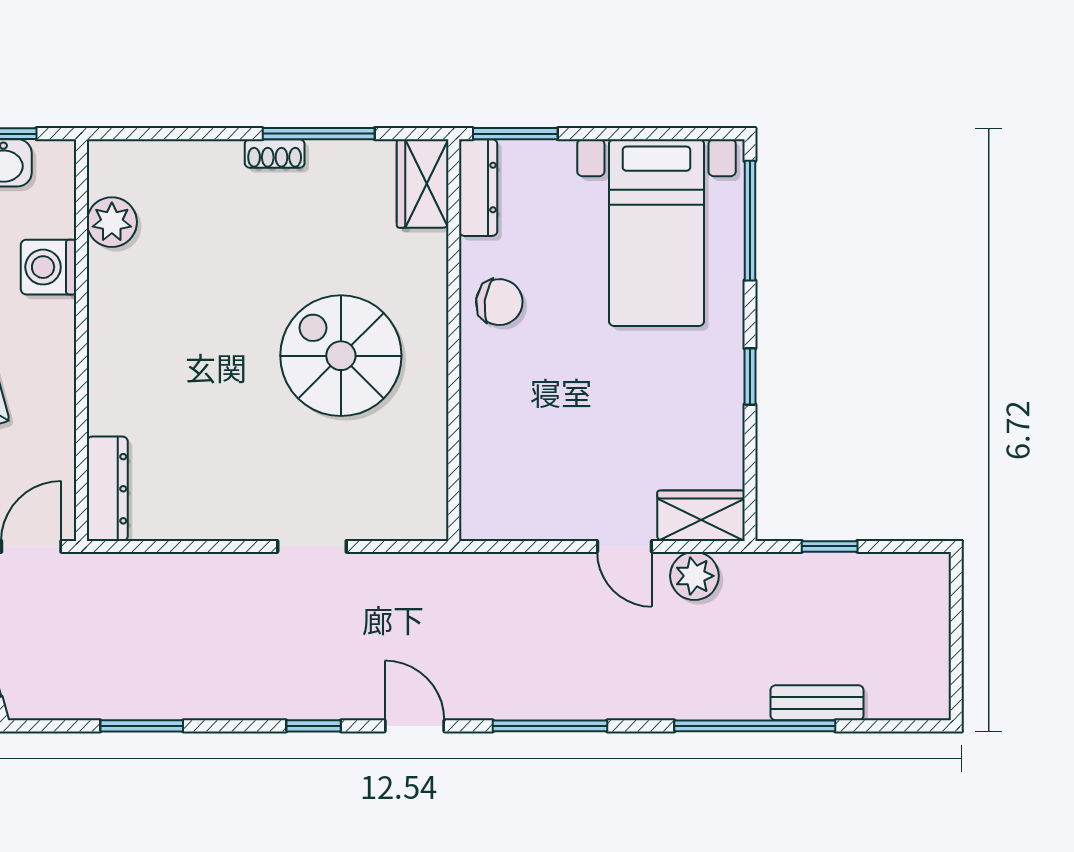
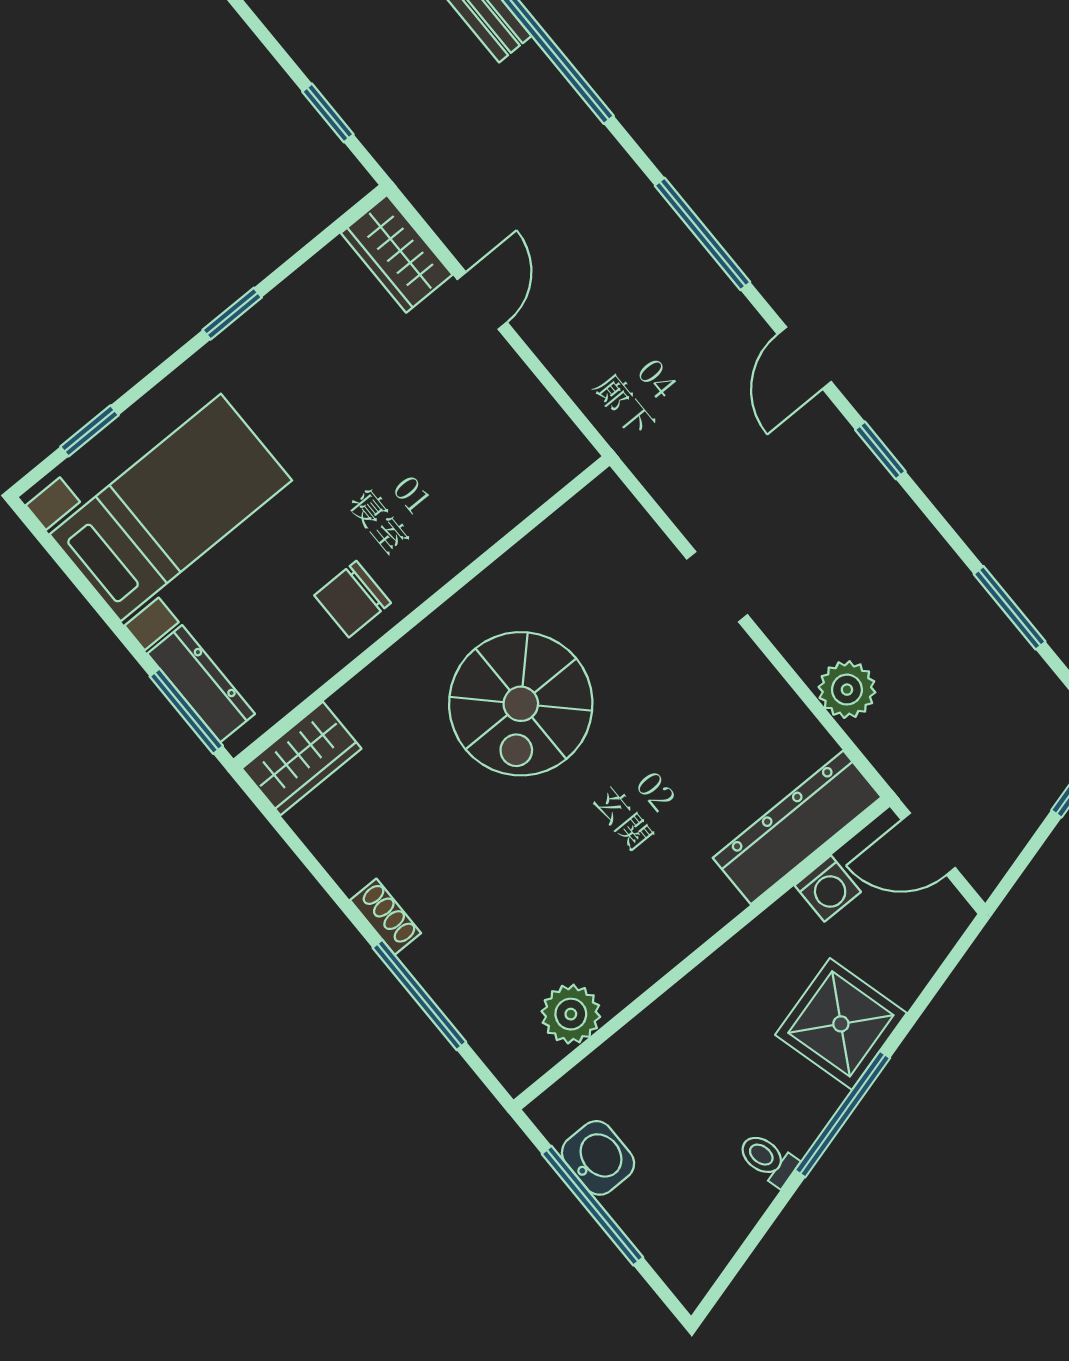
window: (319, 134) -> (419, 995), moved
dresser: (478, 188) -> (201, 684), moved, turned 90
window: (750, 221) -> (90, 431), width x0.46
washing machine: (49, 267) -> (828, 889), moved, width x0.73, depth x0.73
chair: (499, 302) -> (353, 599), turned -98
dresser: (107, 489) -> (797, 827), width x1.37, depth x1.24
plant: (694, 576) -> (847, 690), moved

